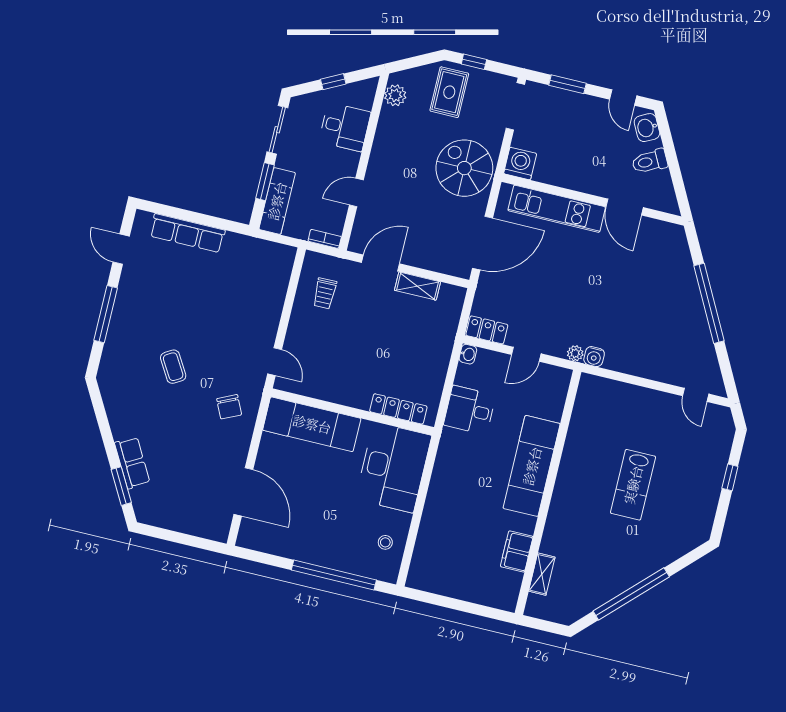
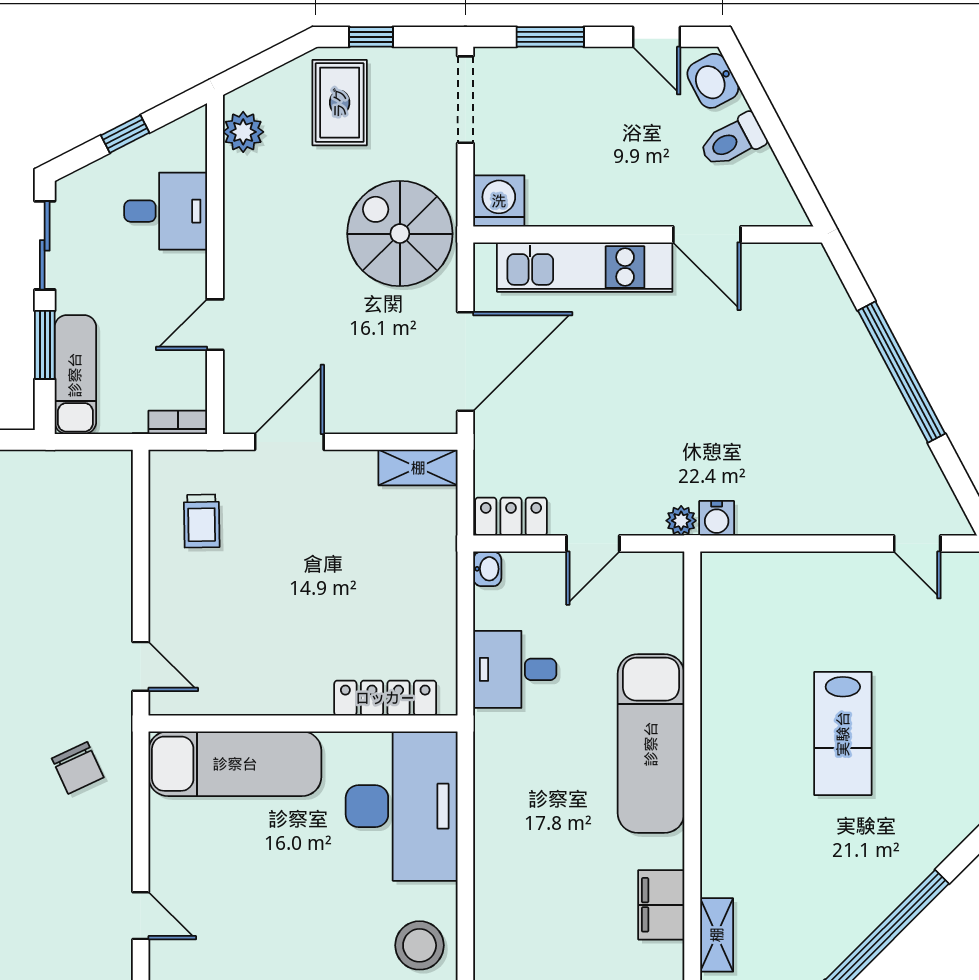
shelving: (417, 286) -> (418, 468), moved
door: (243, 492) -> (141, 916), width x0.53
stool: (385, 542) -> (420, 945), width x1.89, depth x1.89

